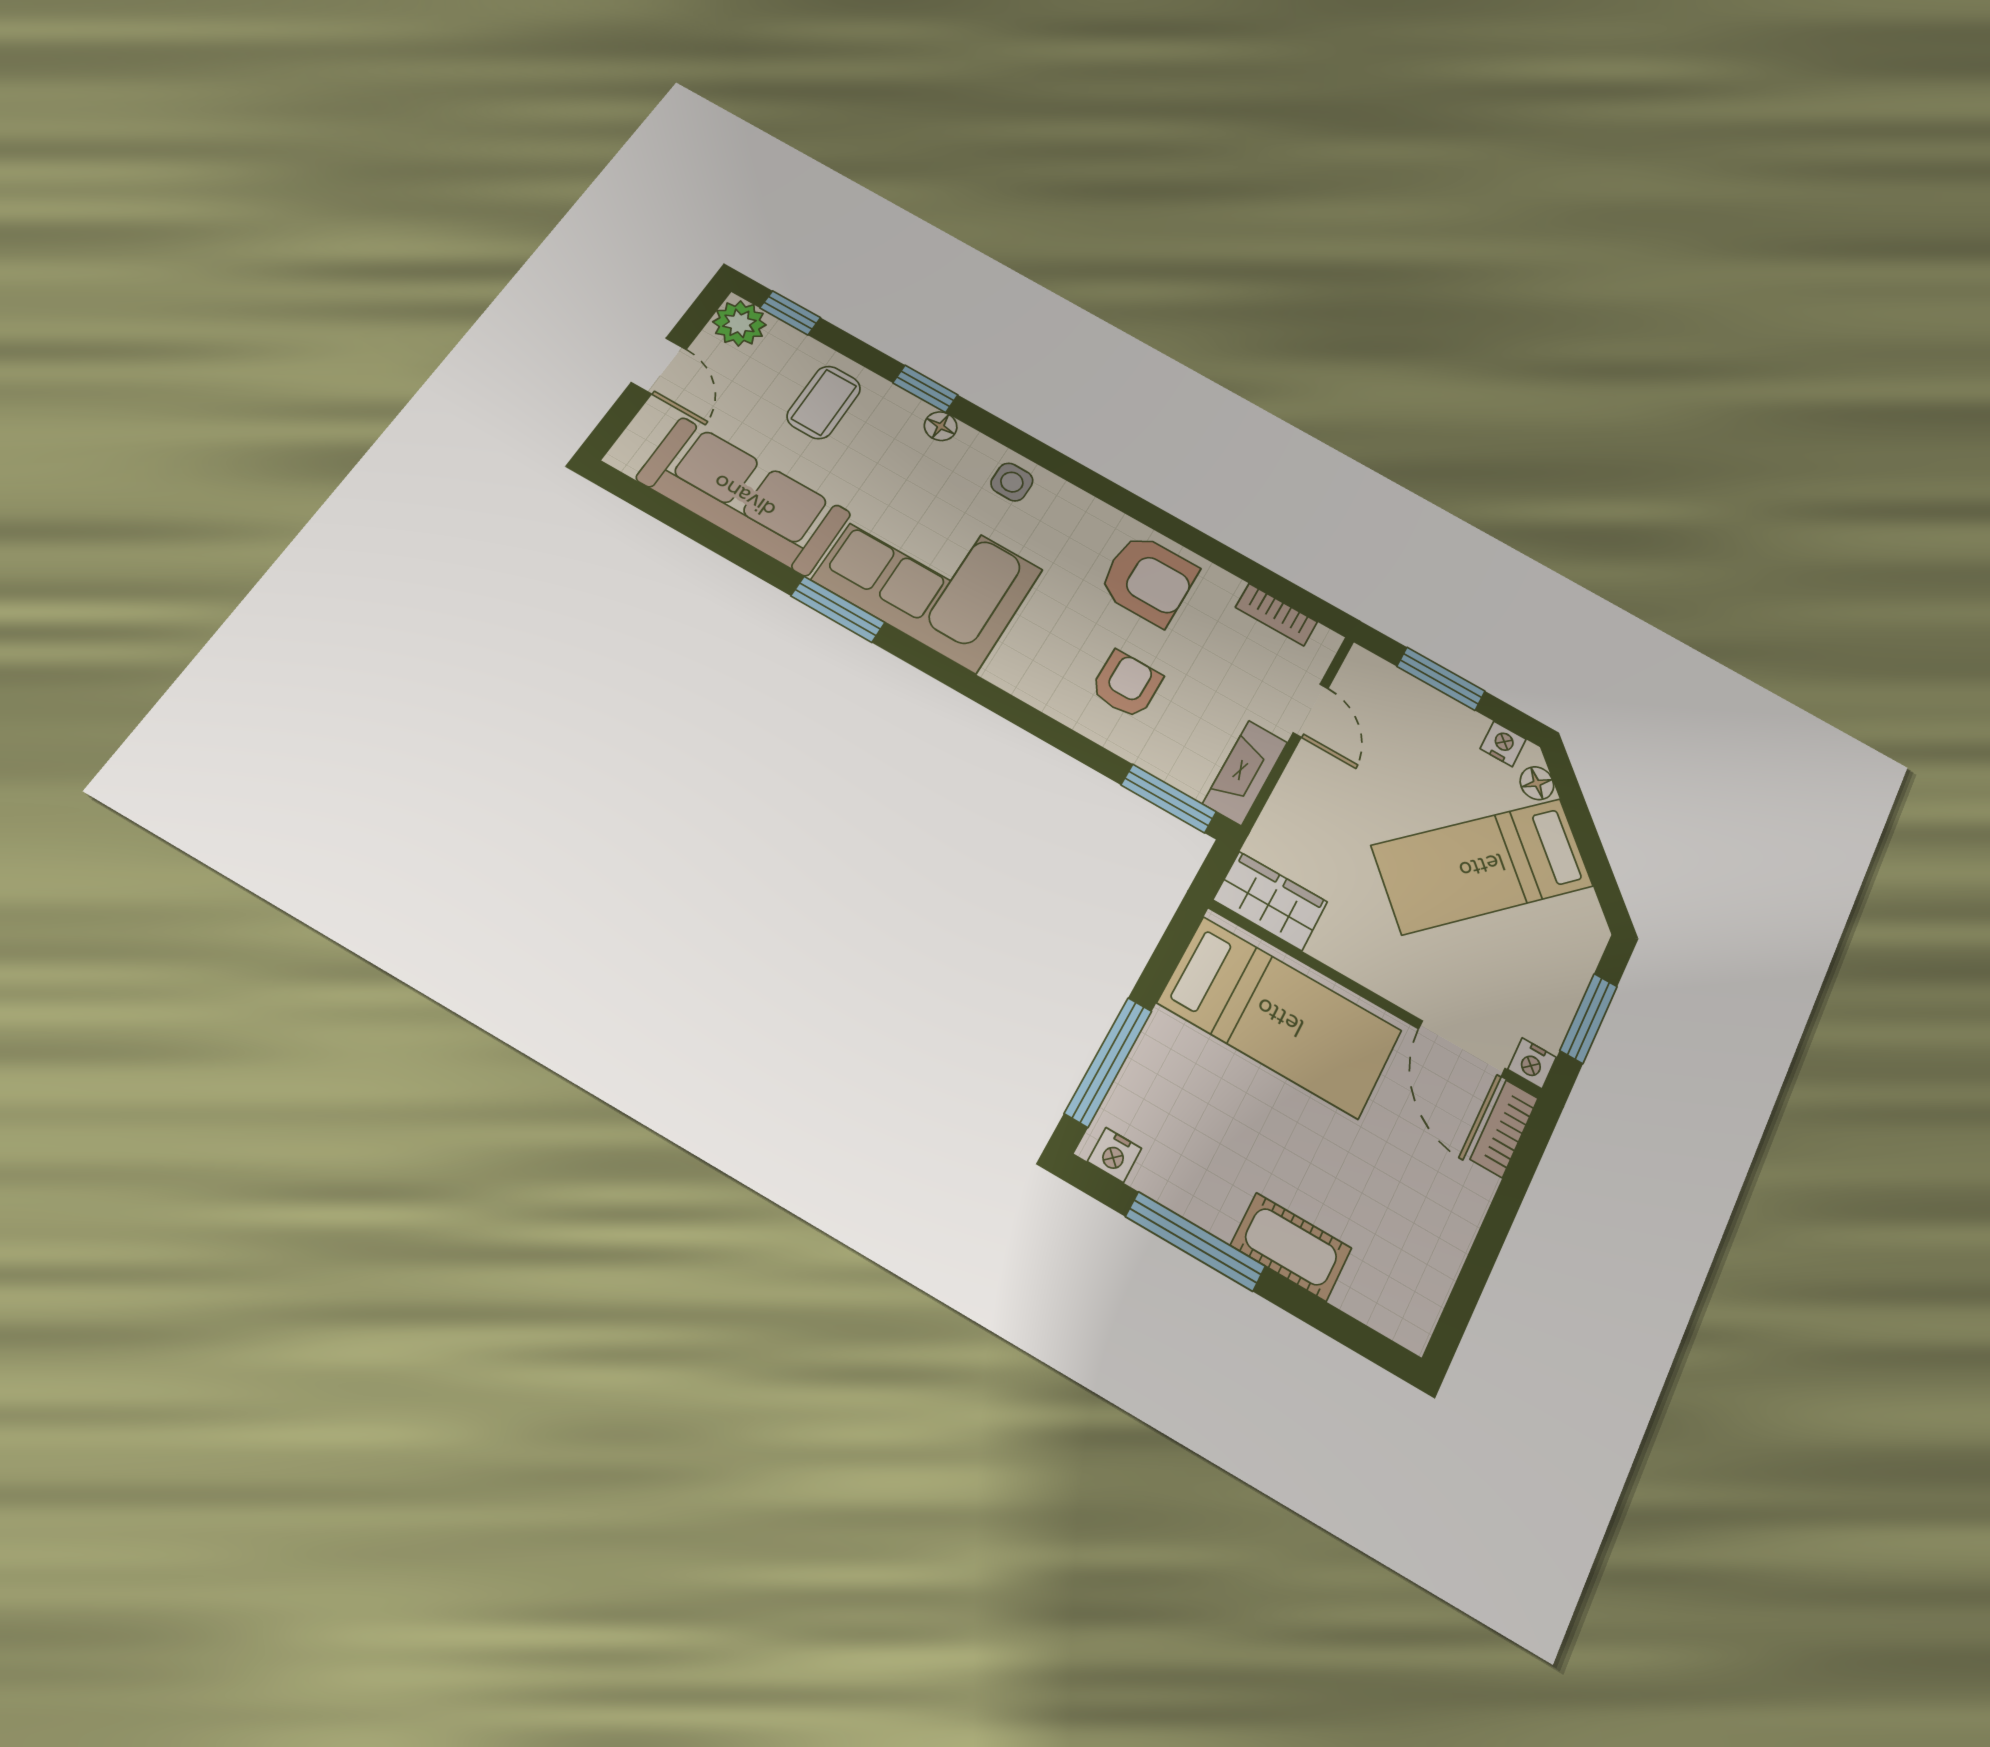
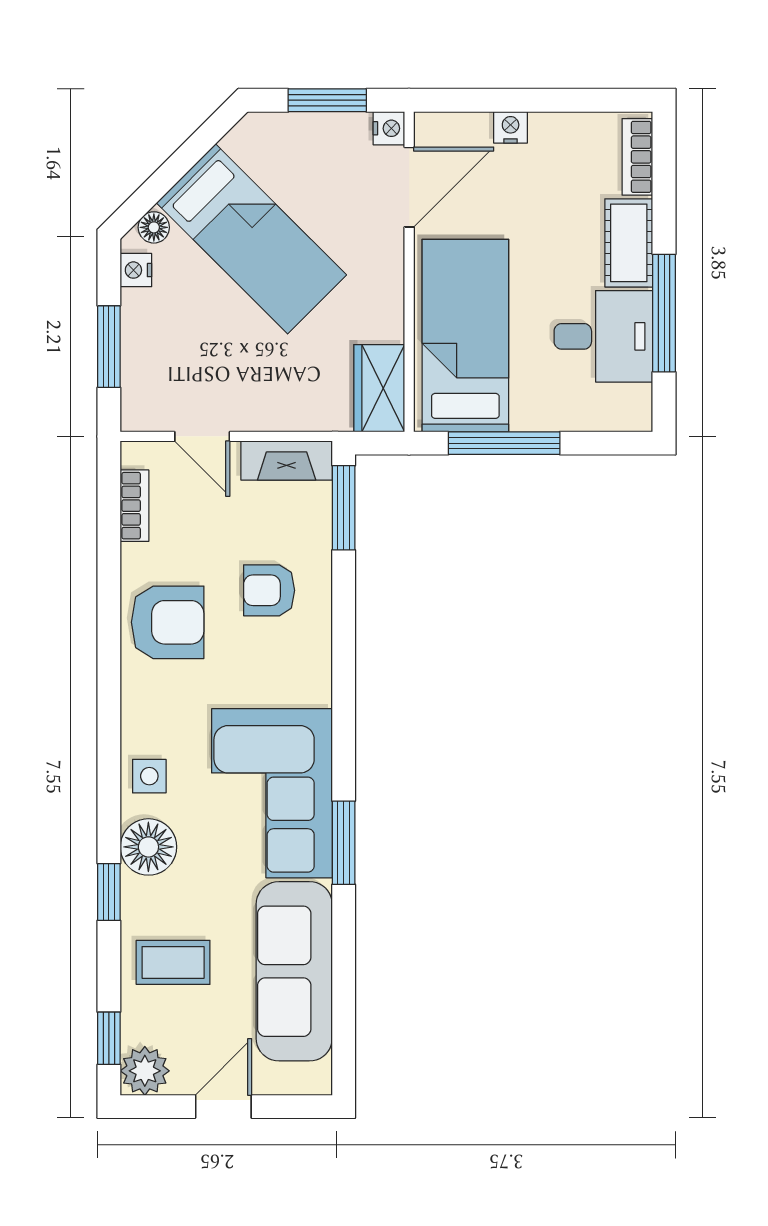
floor lamp: (941, 426) -> (148, 847), width x1.89, depth x1.89
armchair: (1148, 580) -> (168, 622), turned 90
door: (1311, 711) -> (202, 436), swing flipped
window: (1108, 1062) -> (504, 443), moved
bookcase: (1504, 1129) -> (637, 157), moved, turned 90
nightstand: (1115, 1155) -> (511, 127), moved, turned -90
desk: (1204, 1160) -> (603, 336), added

